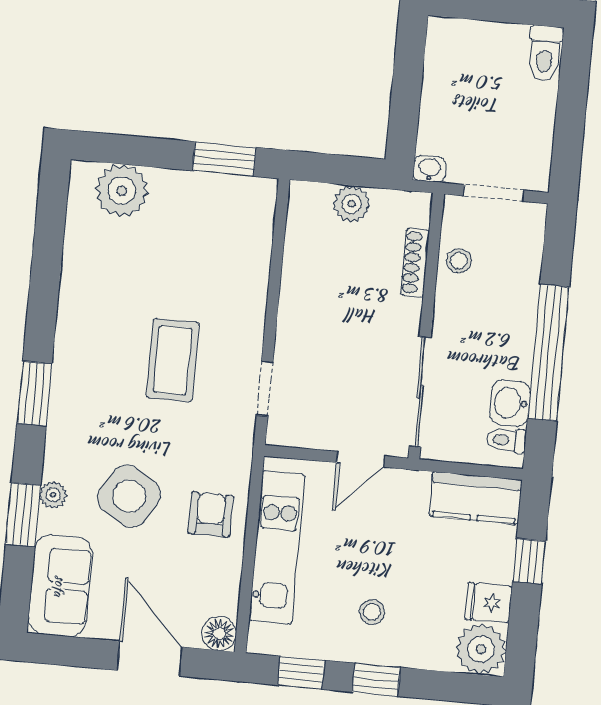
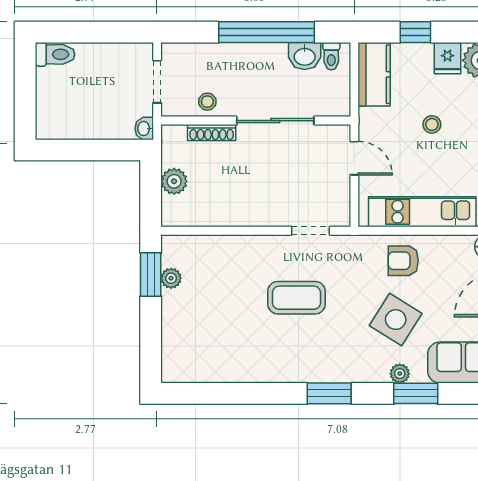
plant: (122, 191) -> (171, 278), moved, width x0.53, depth x0.53
sliding door: (420, 392) -> (275, 121), moved
stool: (372, 612) -> (432, 124), moved

